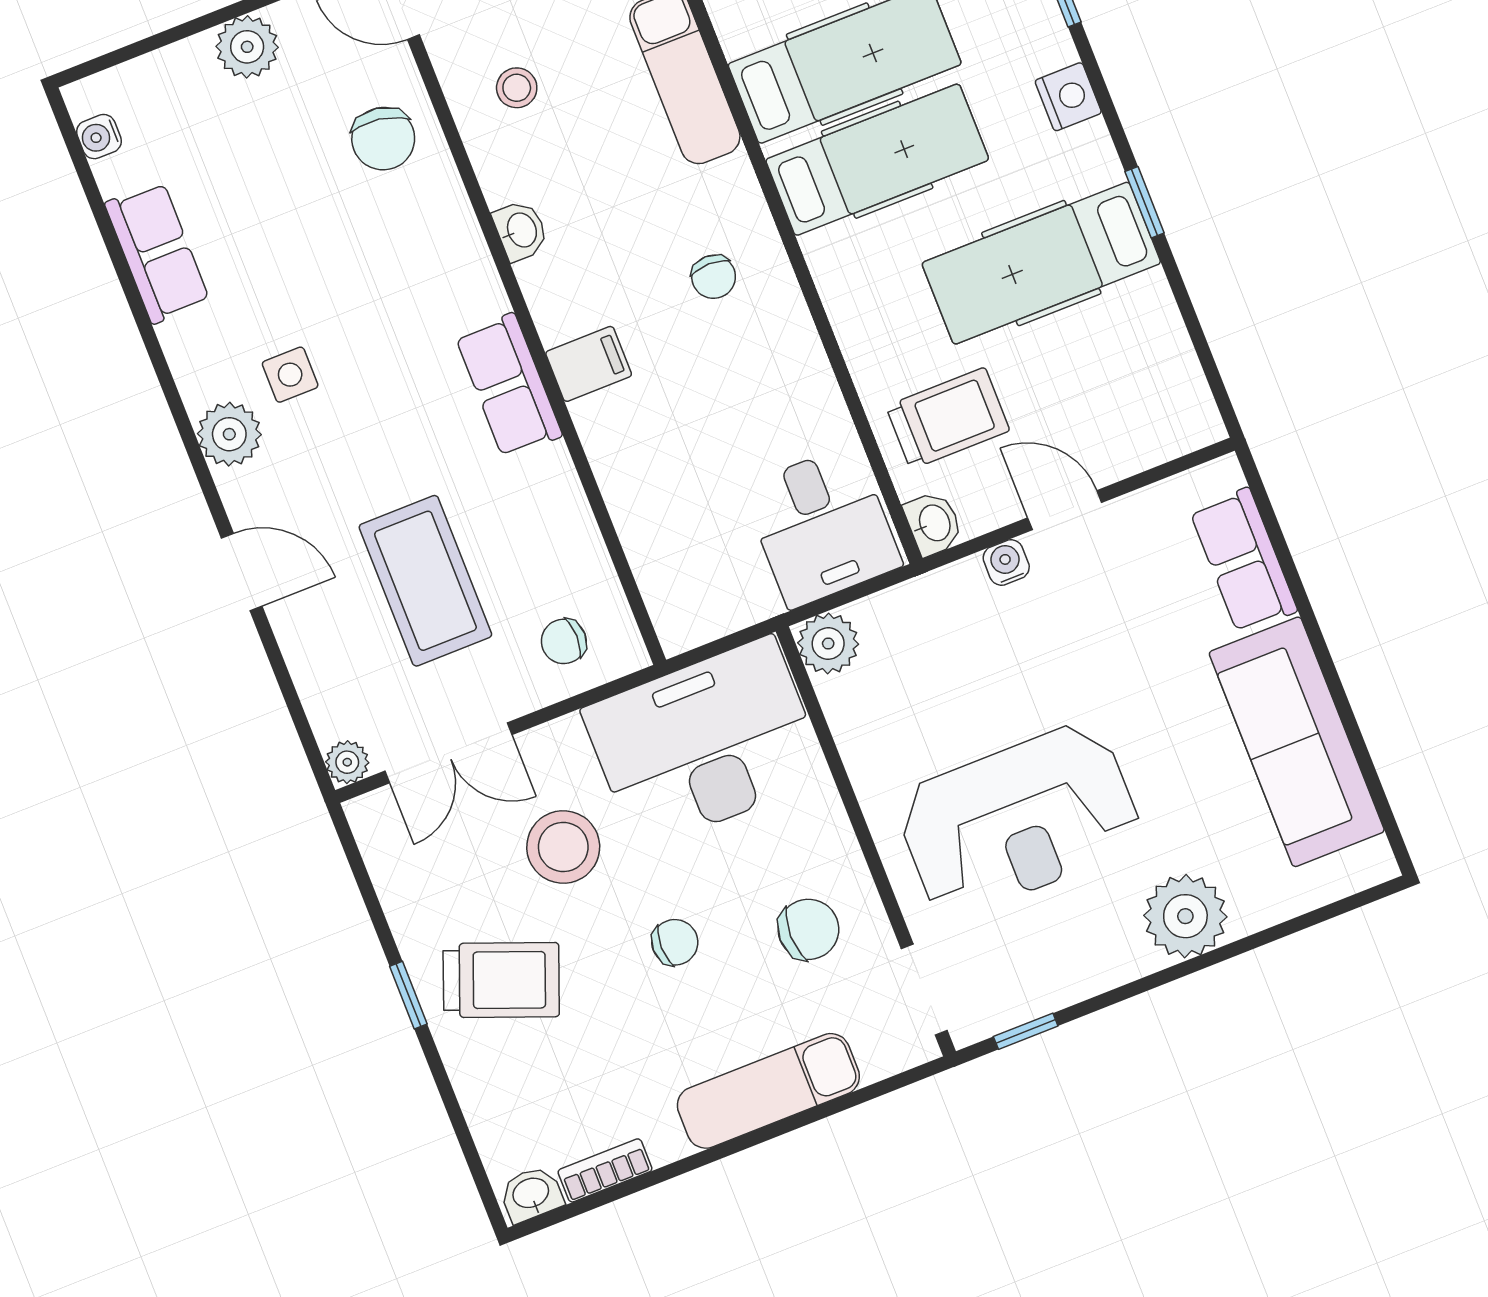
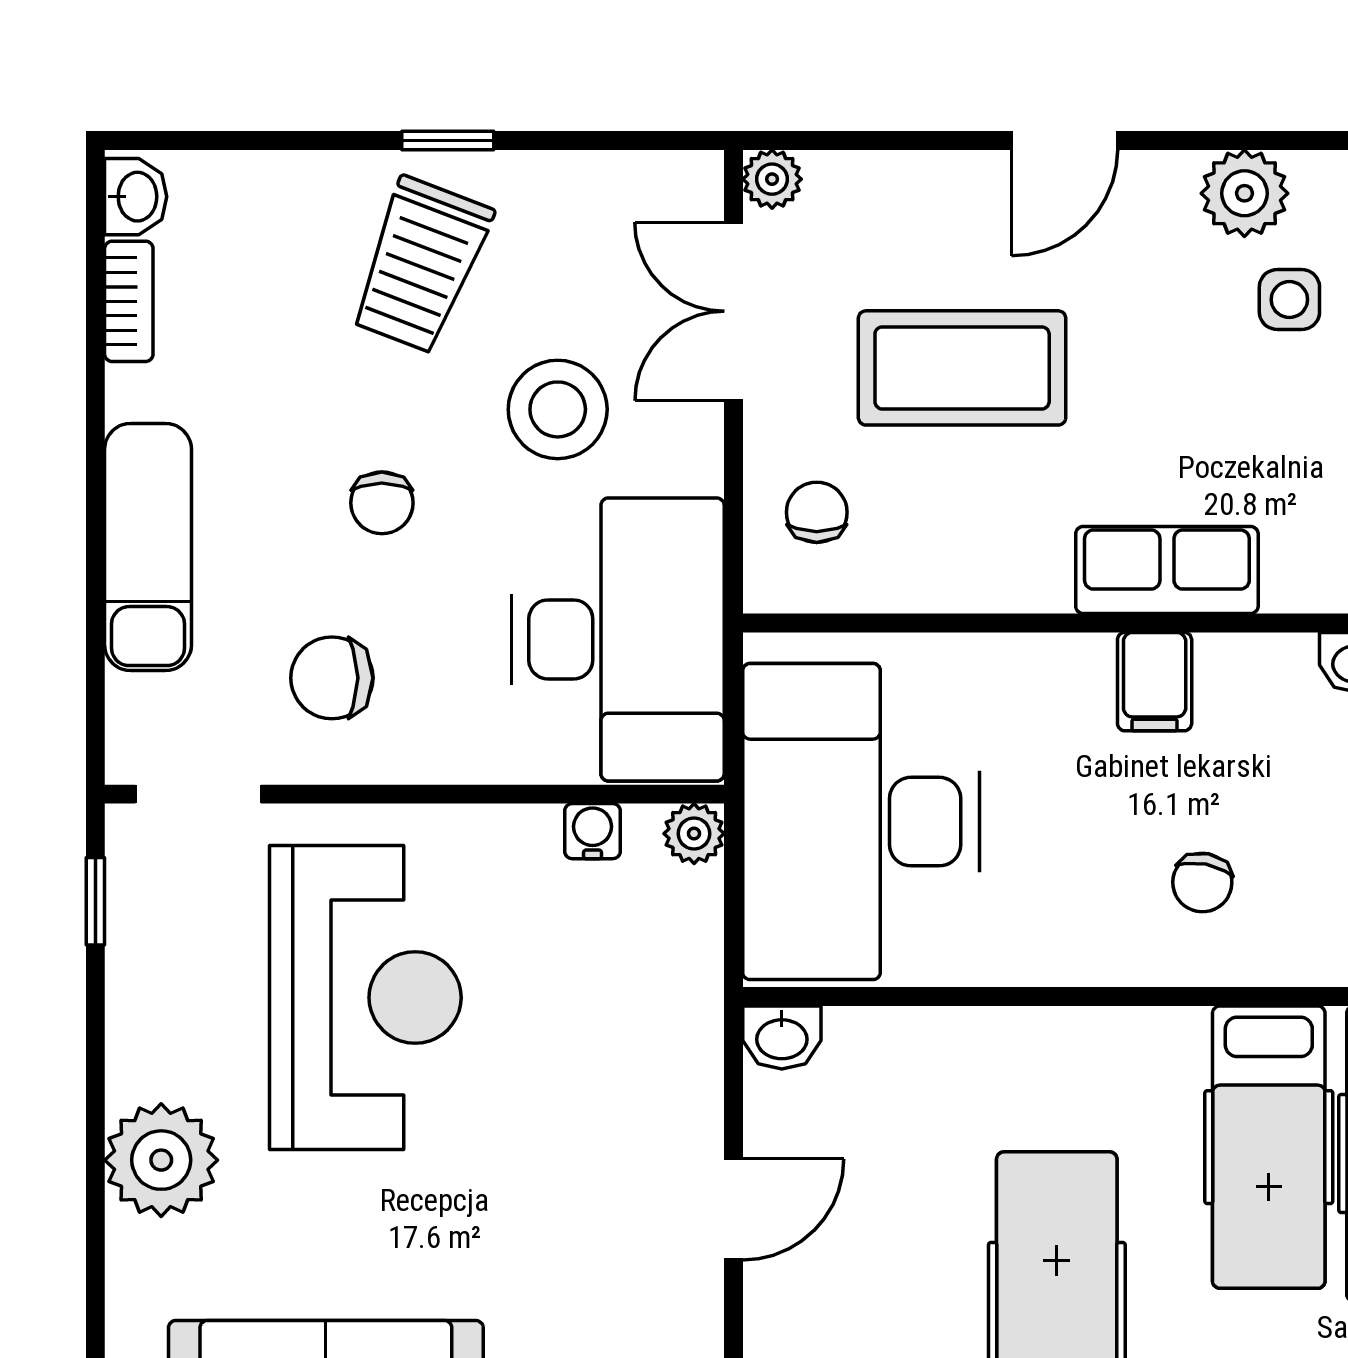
chair: (714, 277) -> (1202, 883), turned -79
trolley: (948, 418) -> (907, 1108), removed
desk: (822, 526) -> (861, 822), width x1.87, depth x1.30
water cooler: (1006, 563) -> (593, 831), moved, turned -90
plant: (828, 644) -> (694, 834), width x0.73, depth x0.73
reception desk: (1019, 820) -> (365, 998), turned 180
chair: (808, 929) -> (332, 678), turned 90

